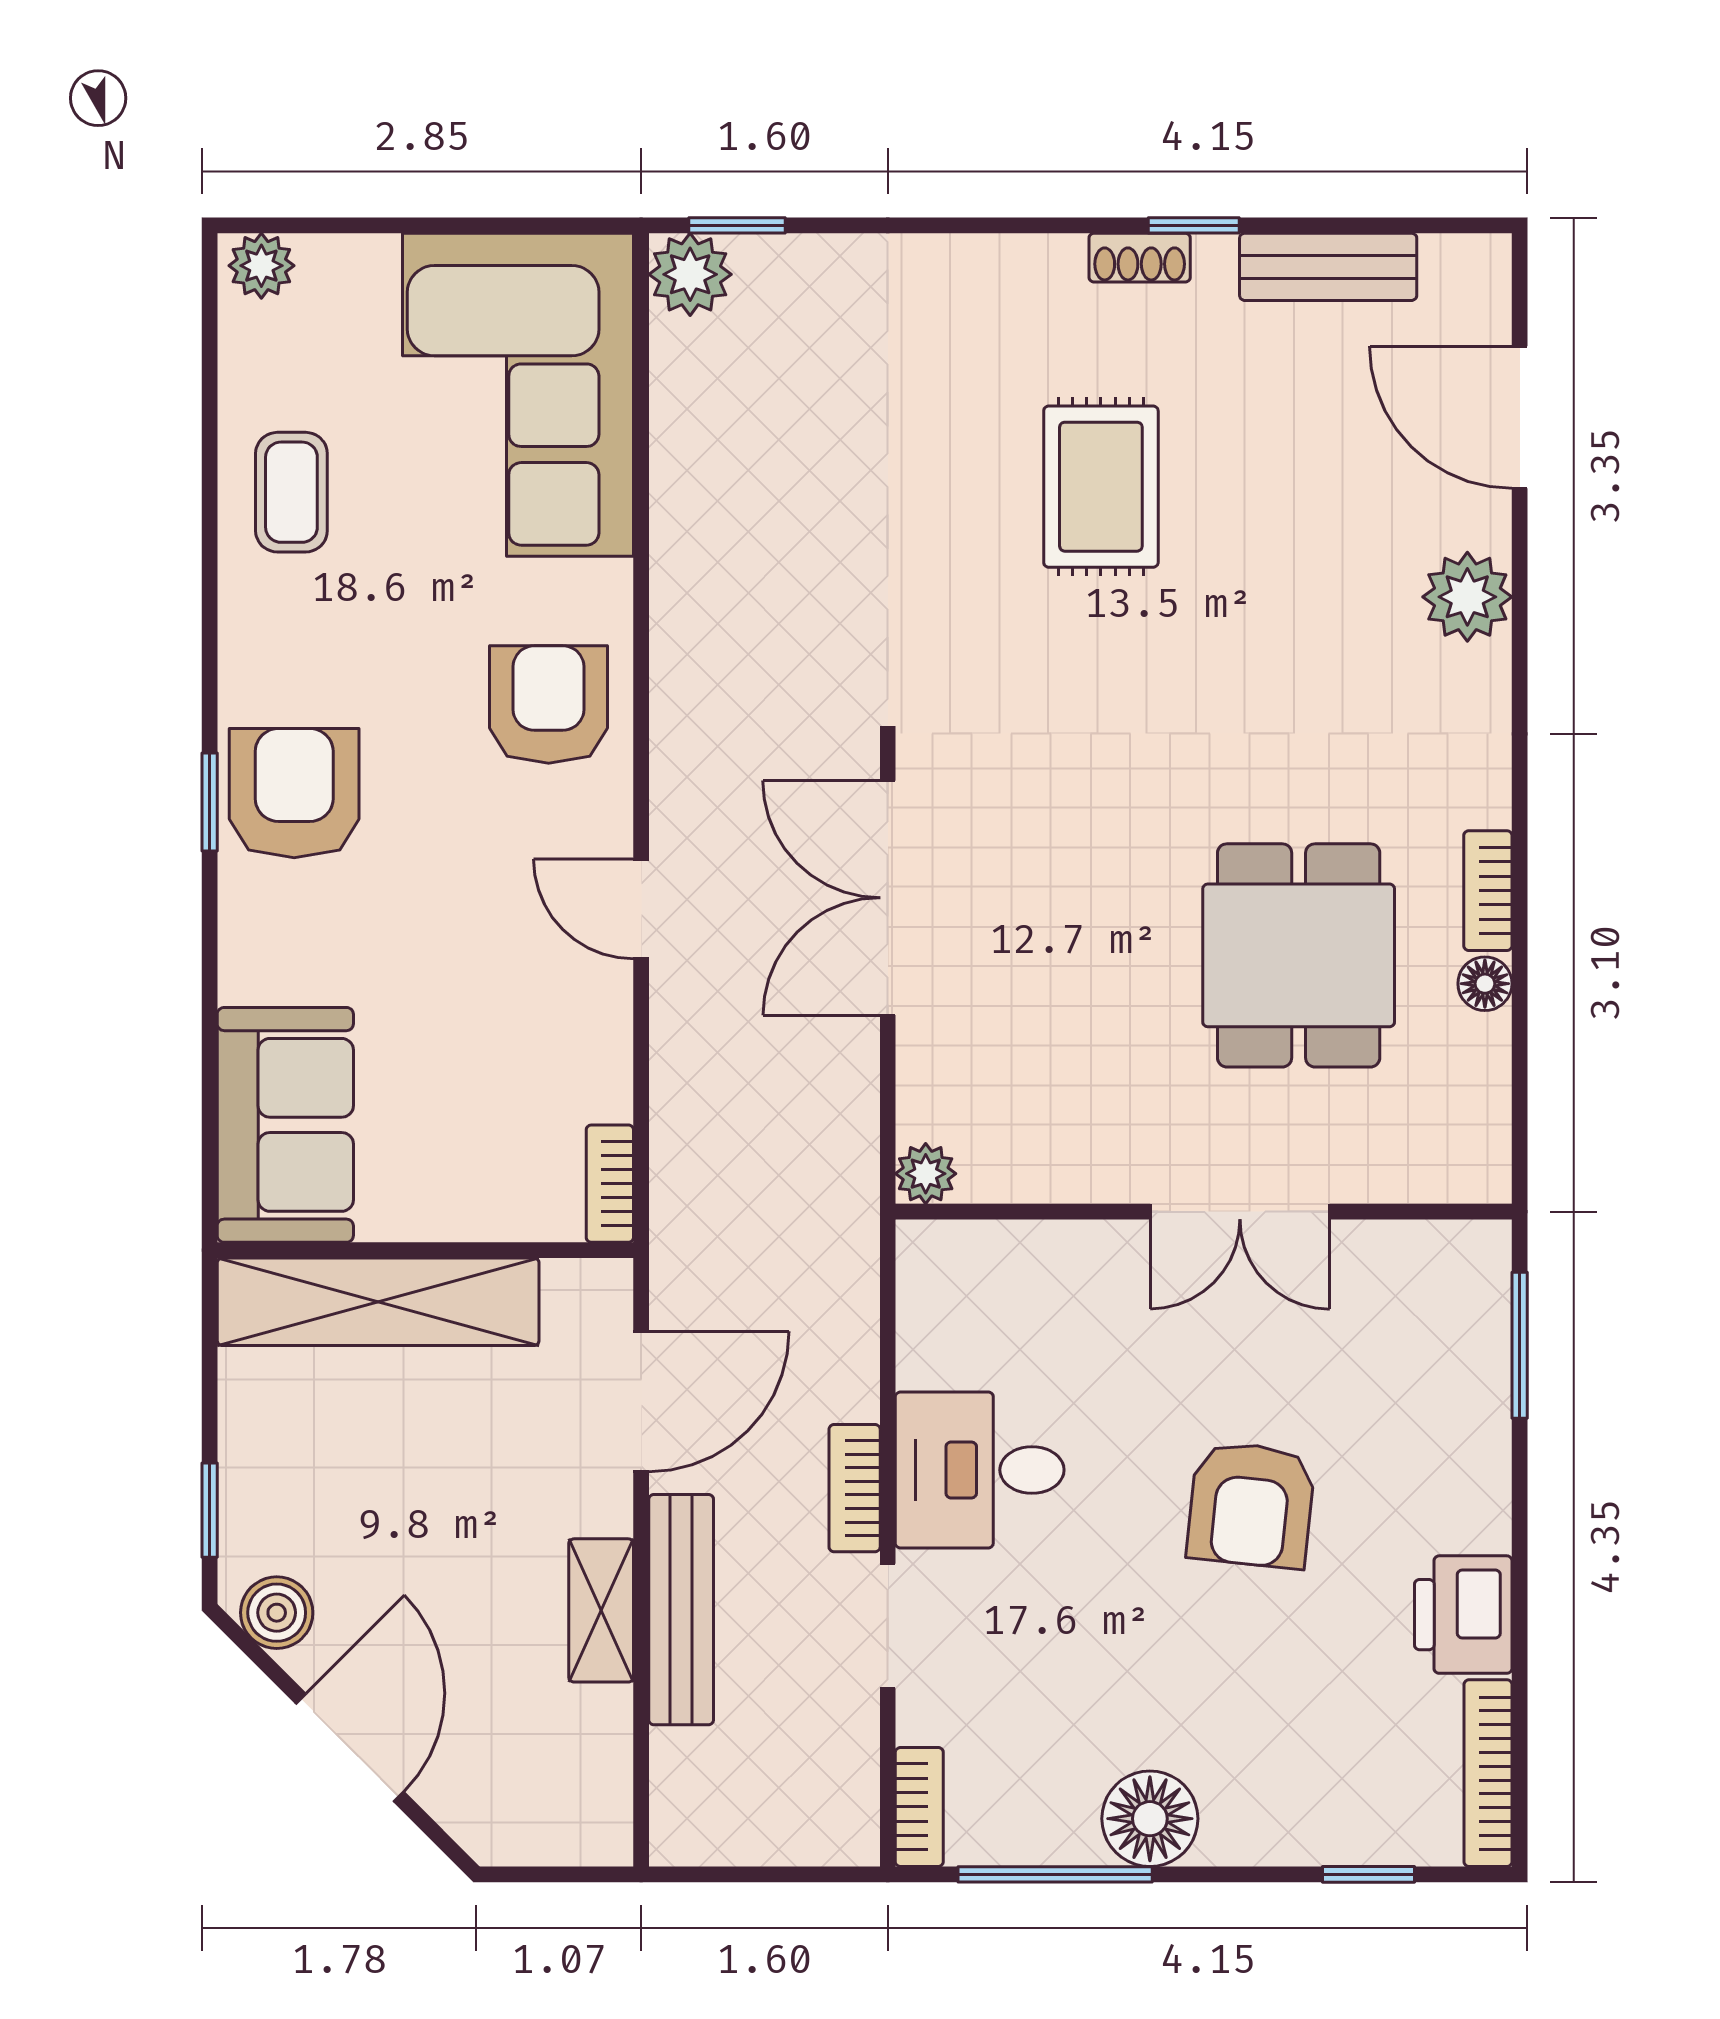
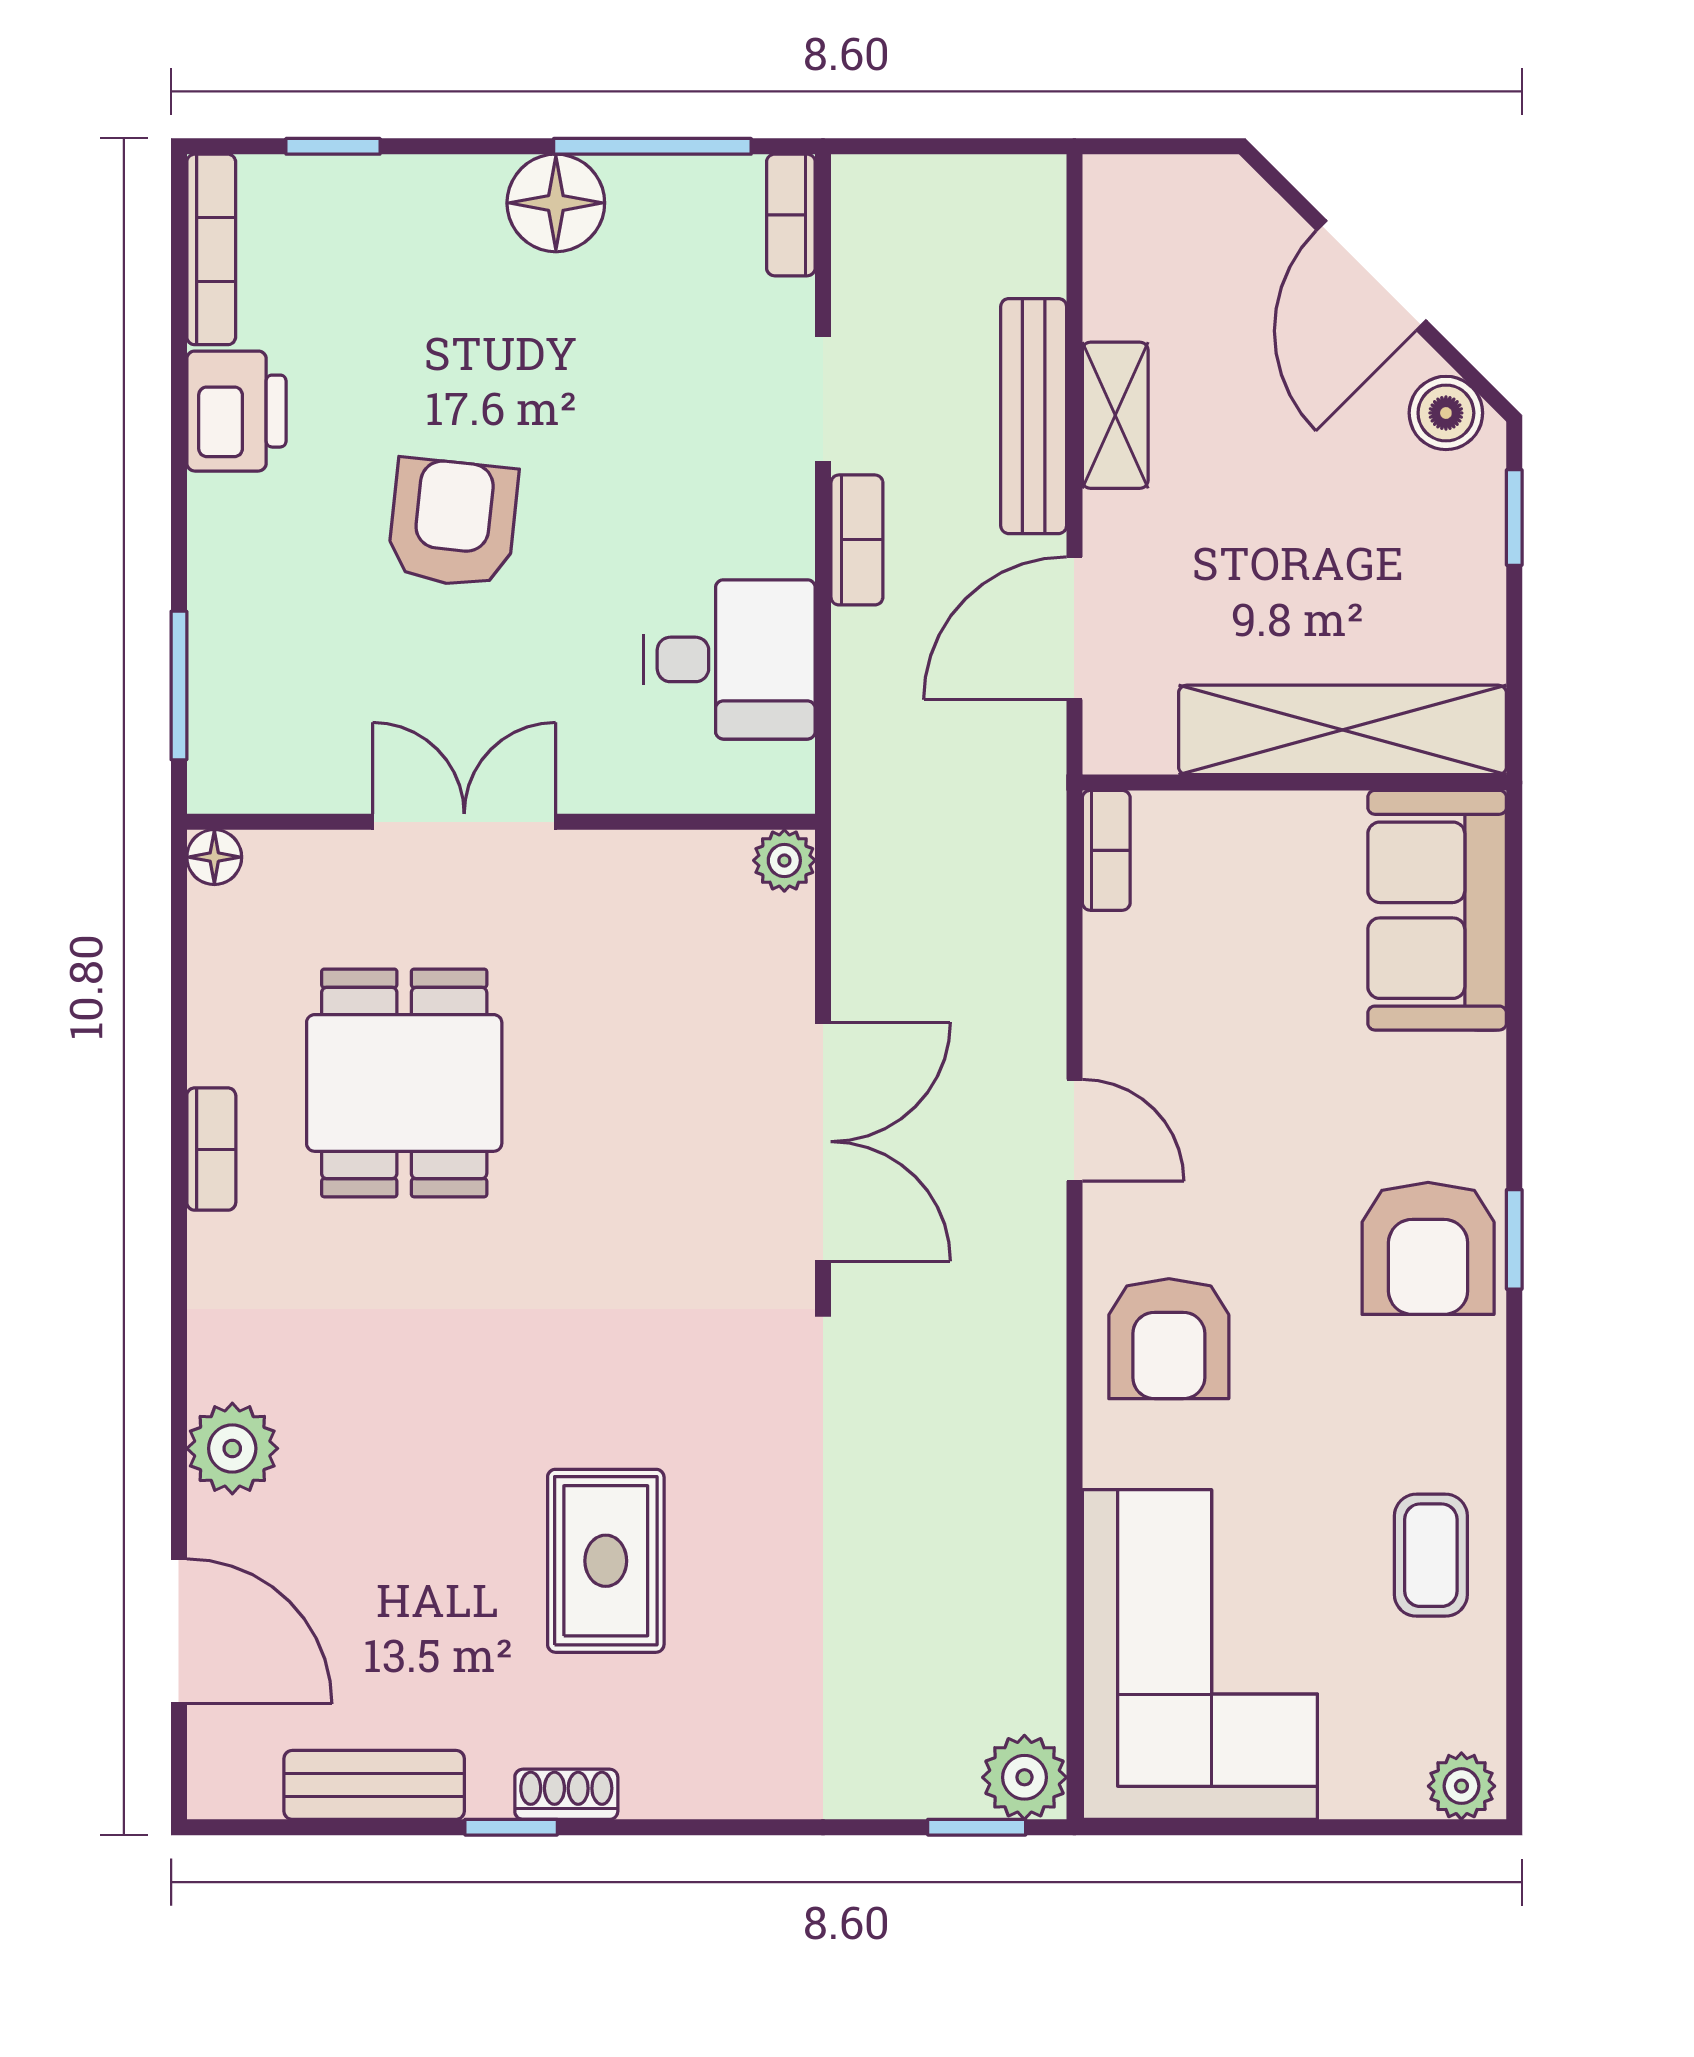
floor lamp: (1485, 984) -> (214, 857), moved
desk: (980, 1470) -> (729, 659), moved

